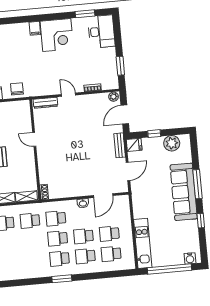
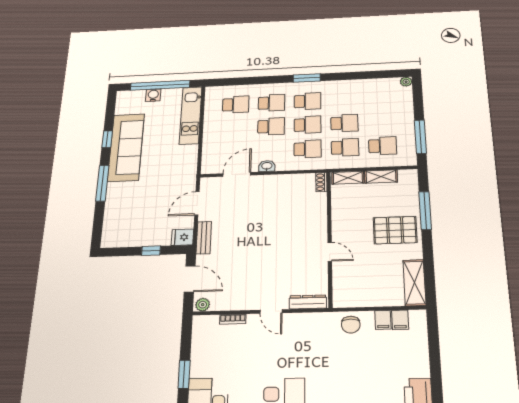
window: (120, 66) -> (184, 374), moved
door: (125, 114) -> (190, 279), hinge flipped
plant: (172, 143) -> (128, 237), removed
sofa: (184, 192) -> (126, 147), moved
school desk: (109, 234) -> (344, 123), moved
water cooler: (190, 258) -> (153, 95), moved

